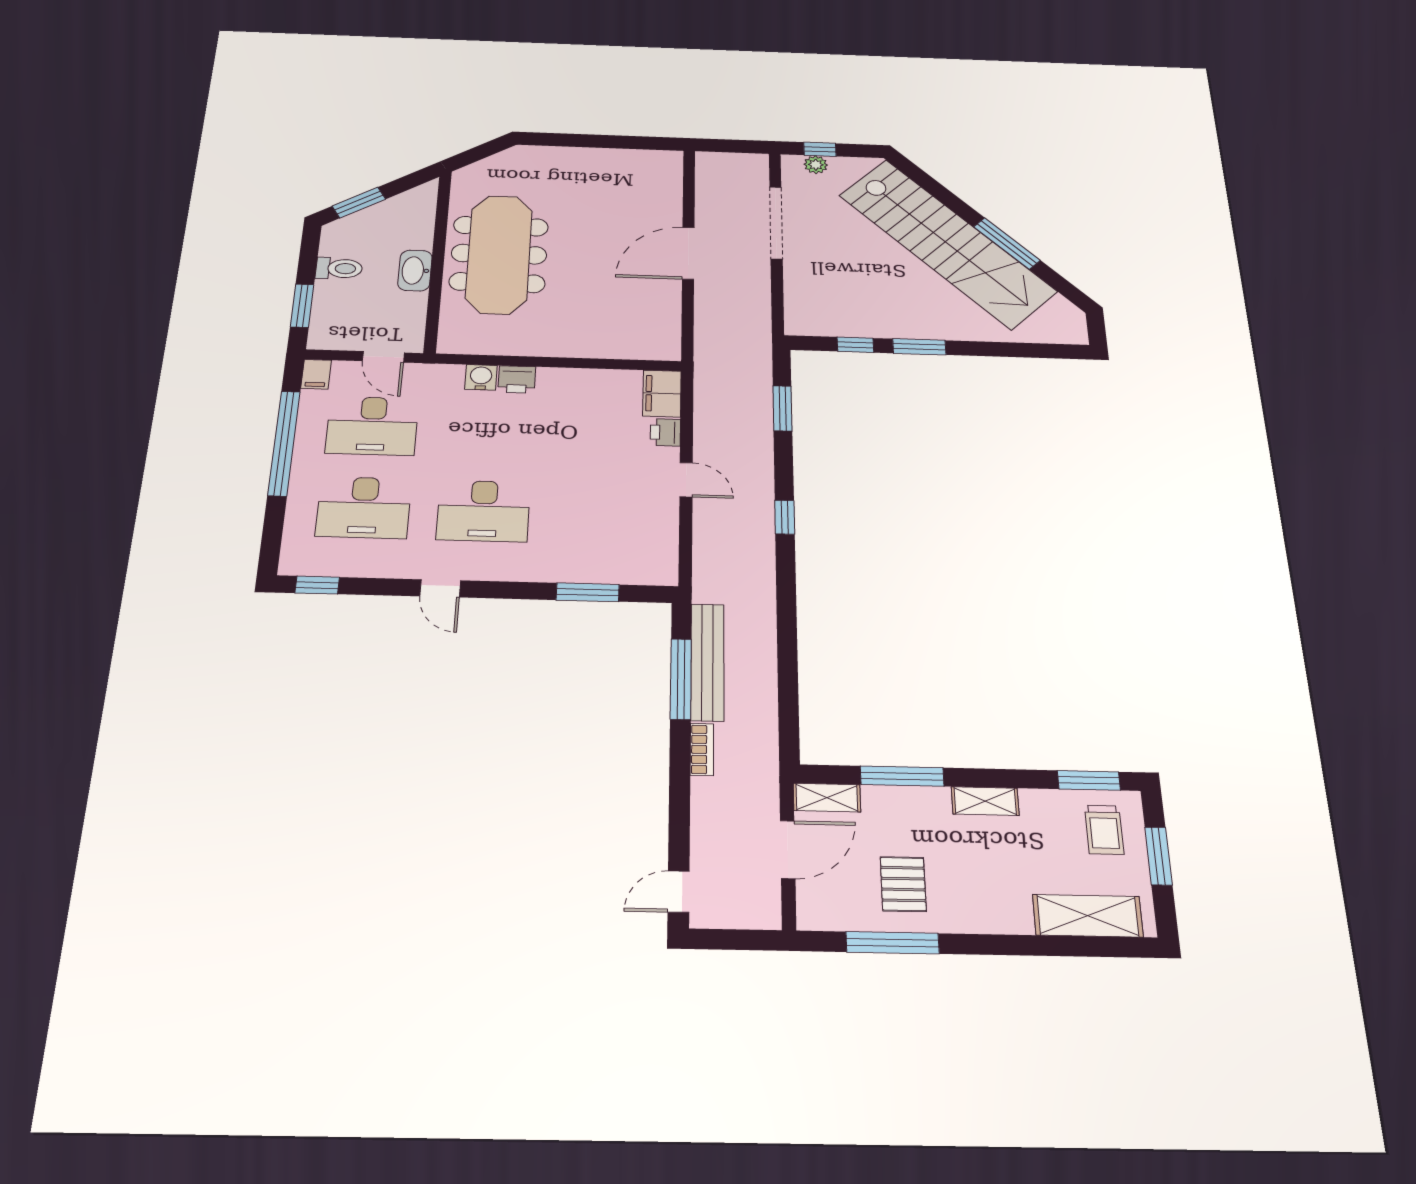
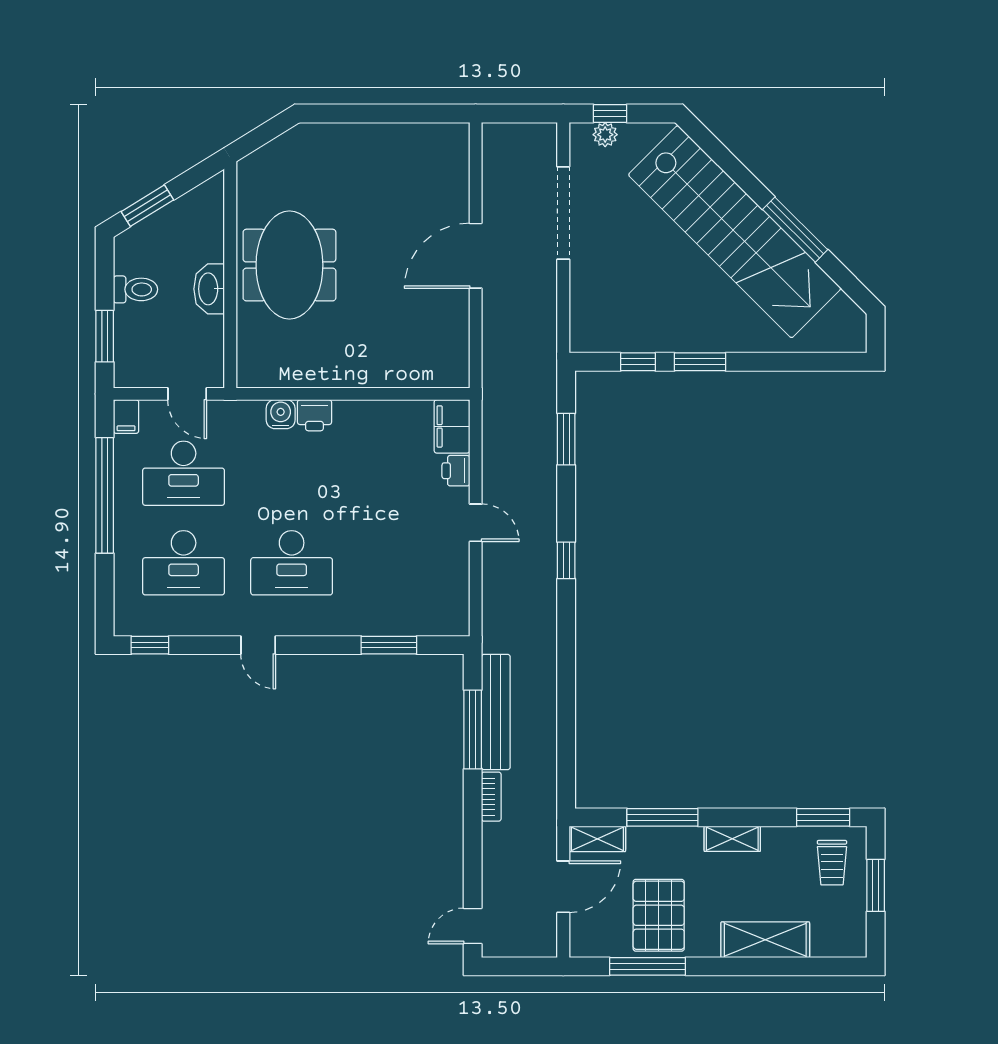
meeting table: (499, 254) -> (289, 265), width x0.73
pallet: (903, 884) -> (659, 915), width x1.50, depth x1.42
shelving: (1088, 916) -> (765, 940), moved

